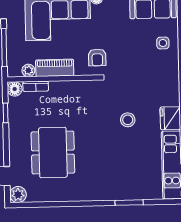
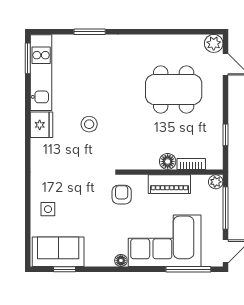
plant: (28, 70) -> (216, 182), moved
floor lamp: (15, 89) -> (168, 161), moved
dining table: (53, 153) -> (174, 89), turned 90

